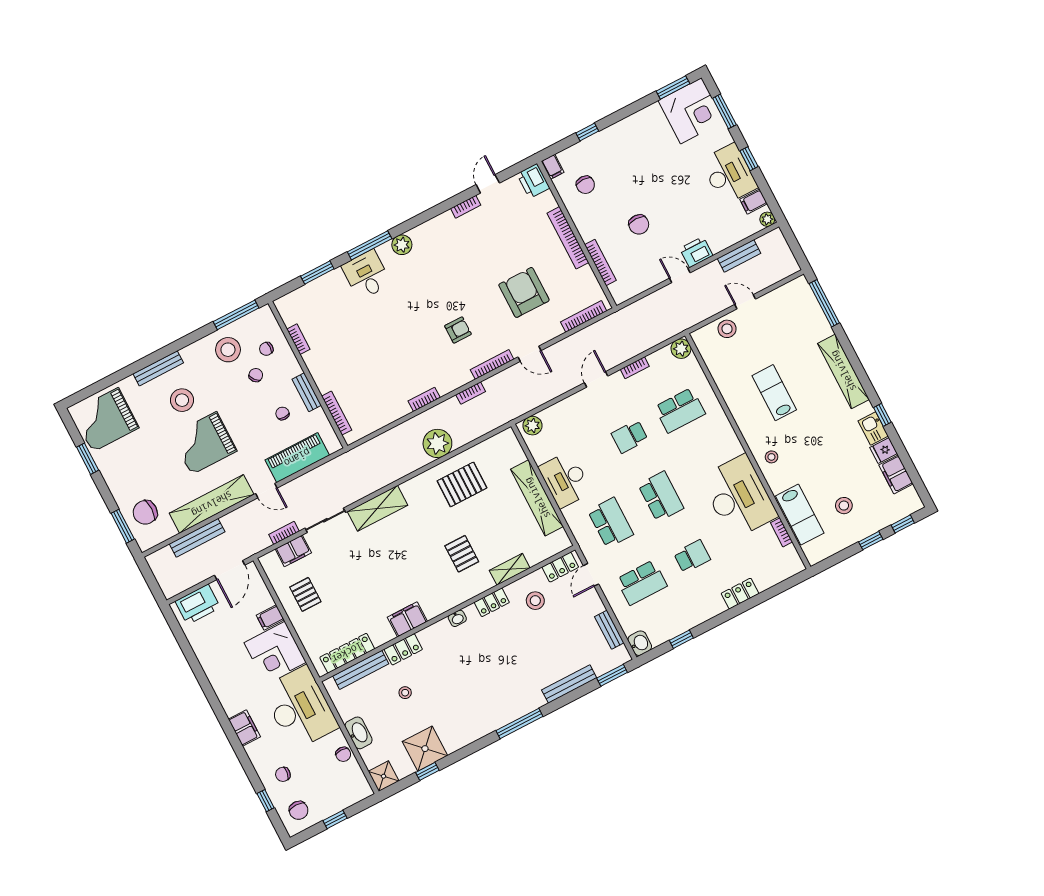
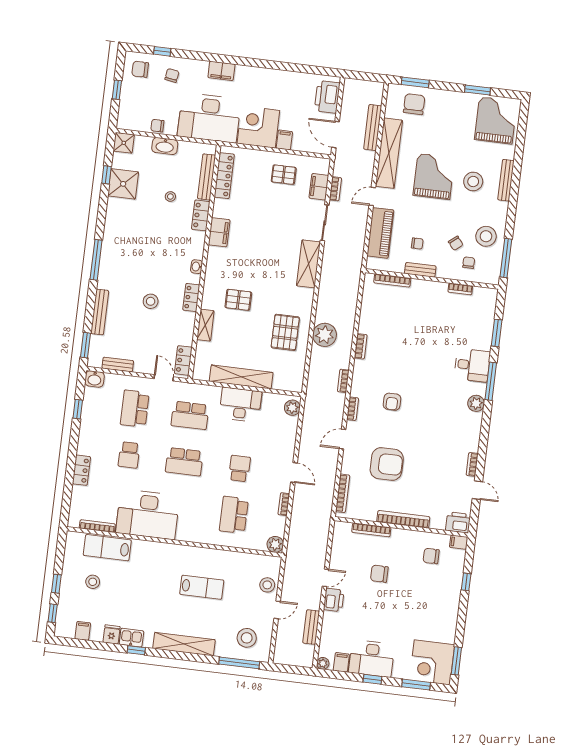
bookcase: (492, 364) -> (353, 409), width x0.64
stool: (771, 457) -> (247, 638), moved, width x1.89, depth x1.89
filing cabinet: (896, 474) -> (83, 631), width x0.50
bookcase: (781, 532) -> (97, 526), width x1.56
stool: (535, 601) -> (151, 301), moved

